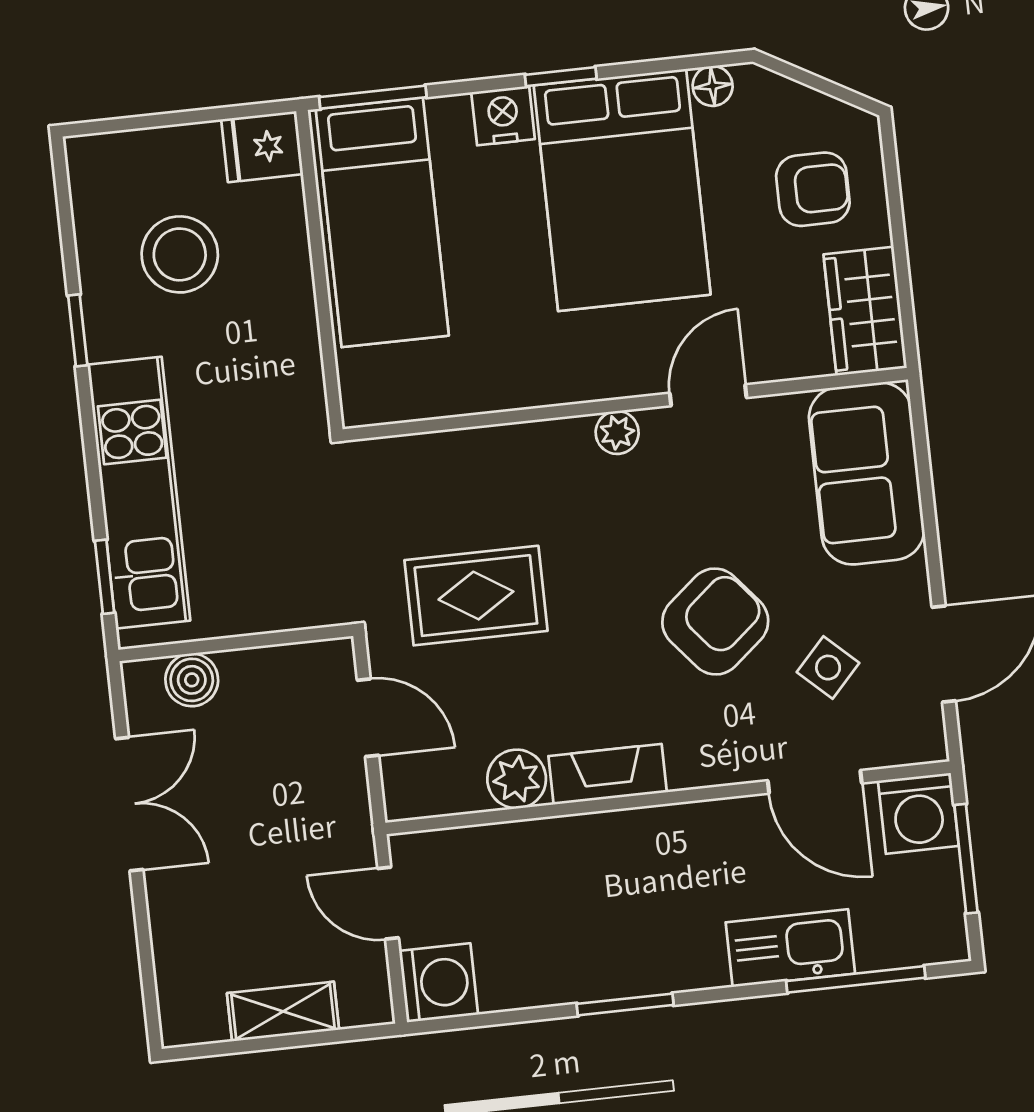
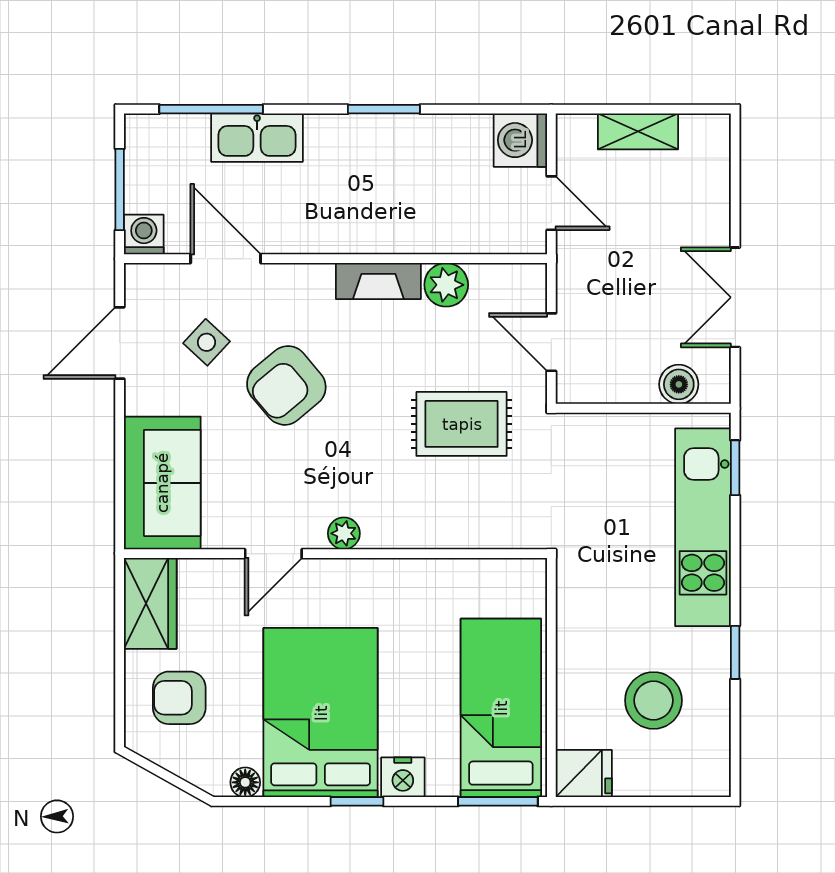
washing machine: (918, 813) -> (144, 235), width x0.73, depth x0.73

